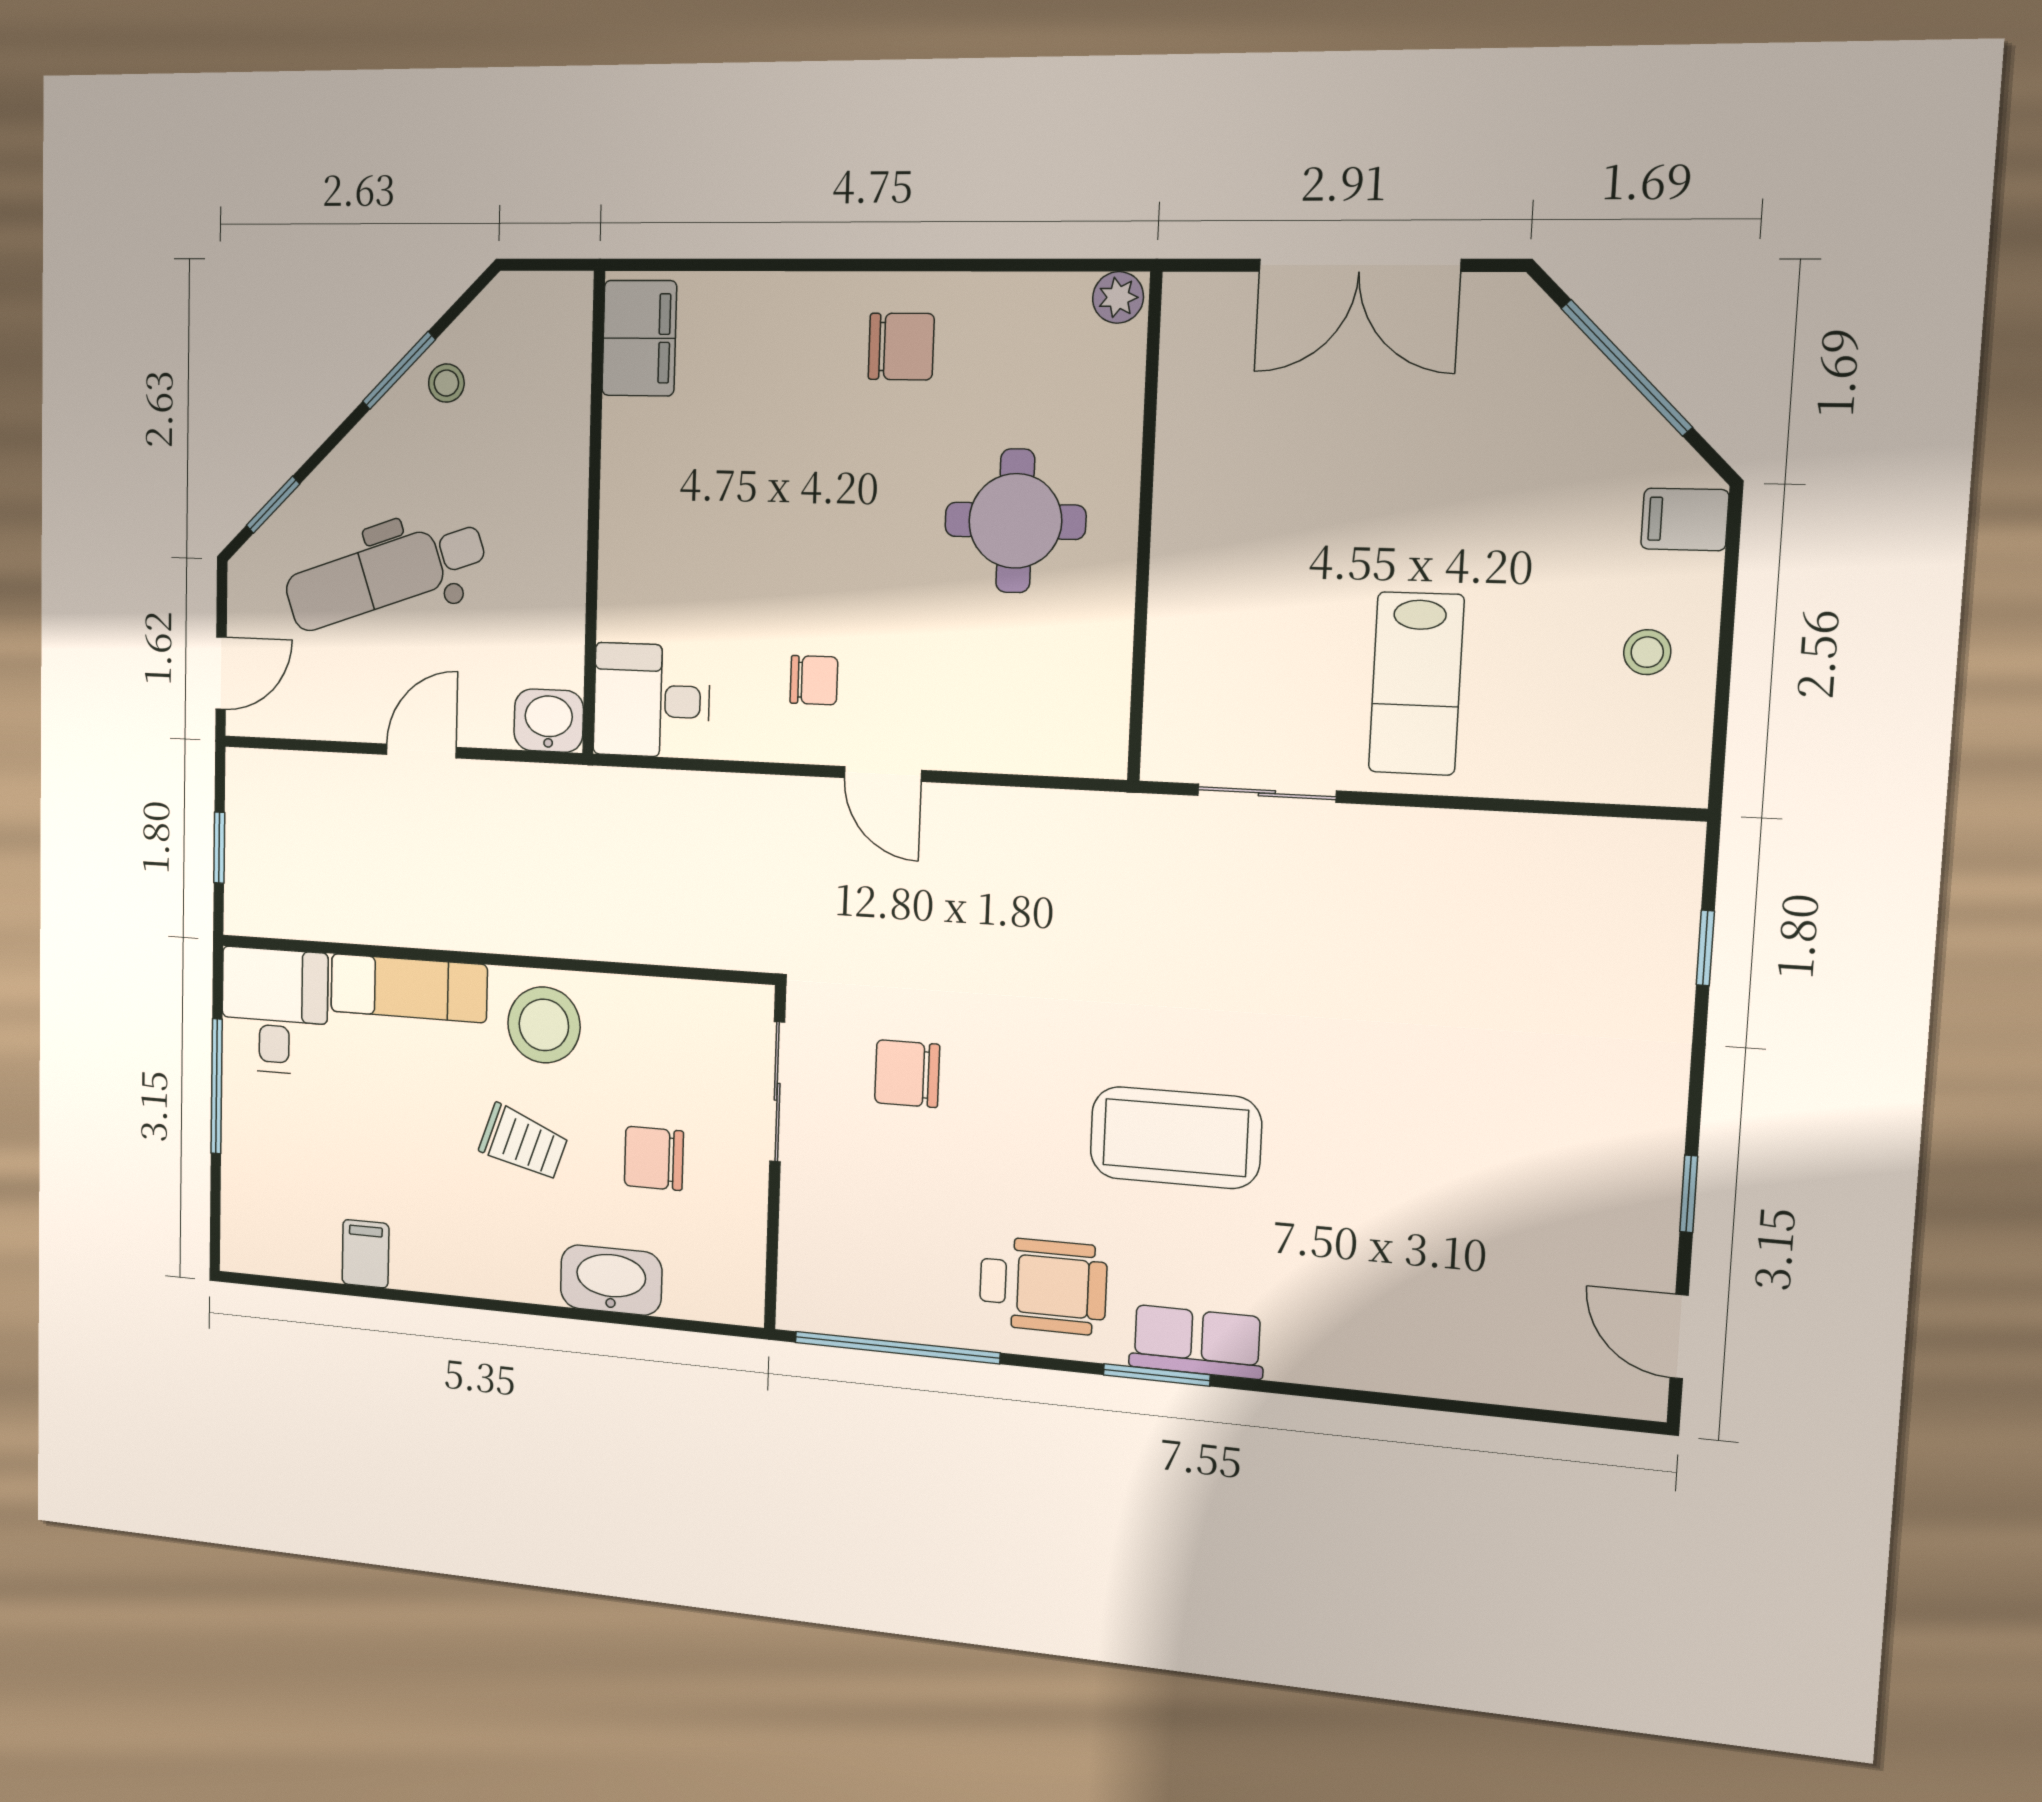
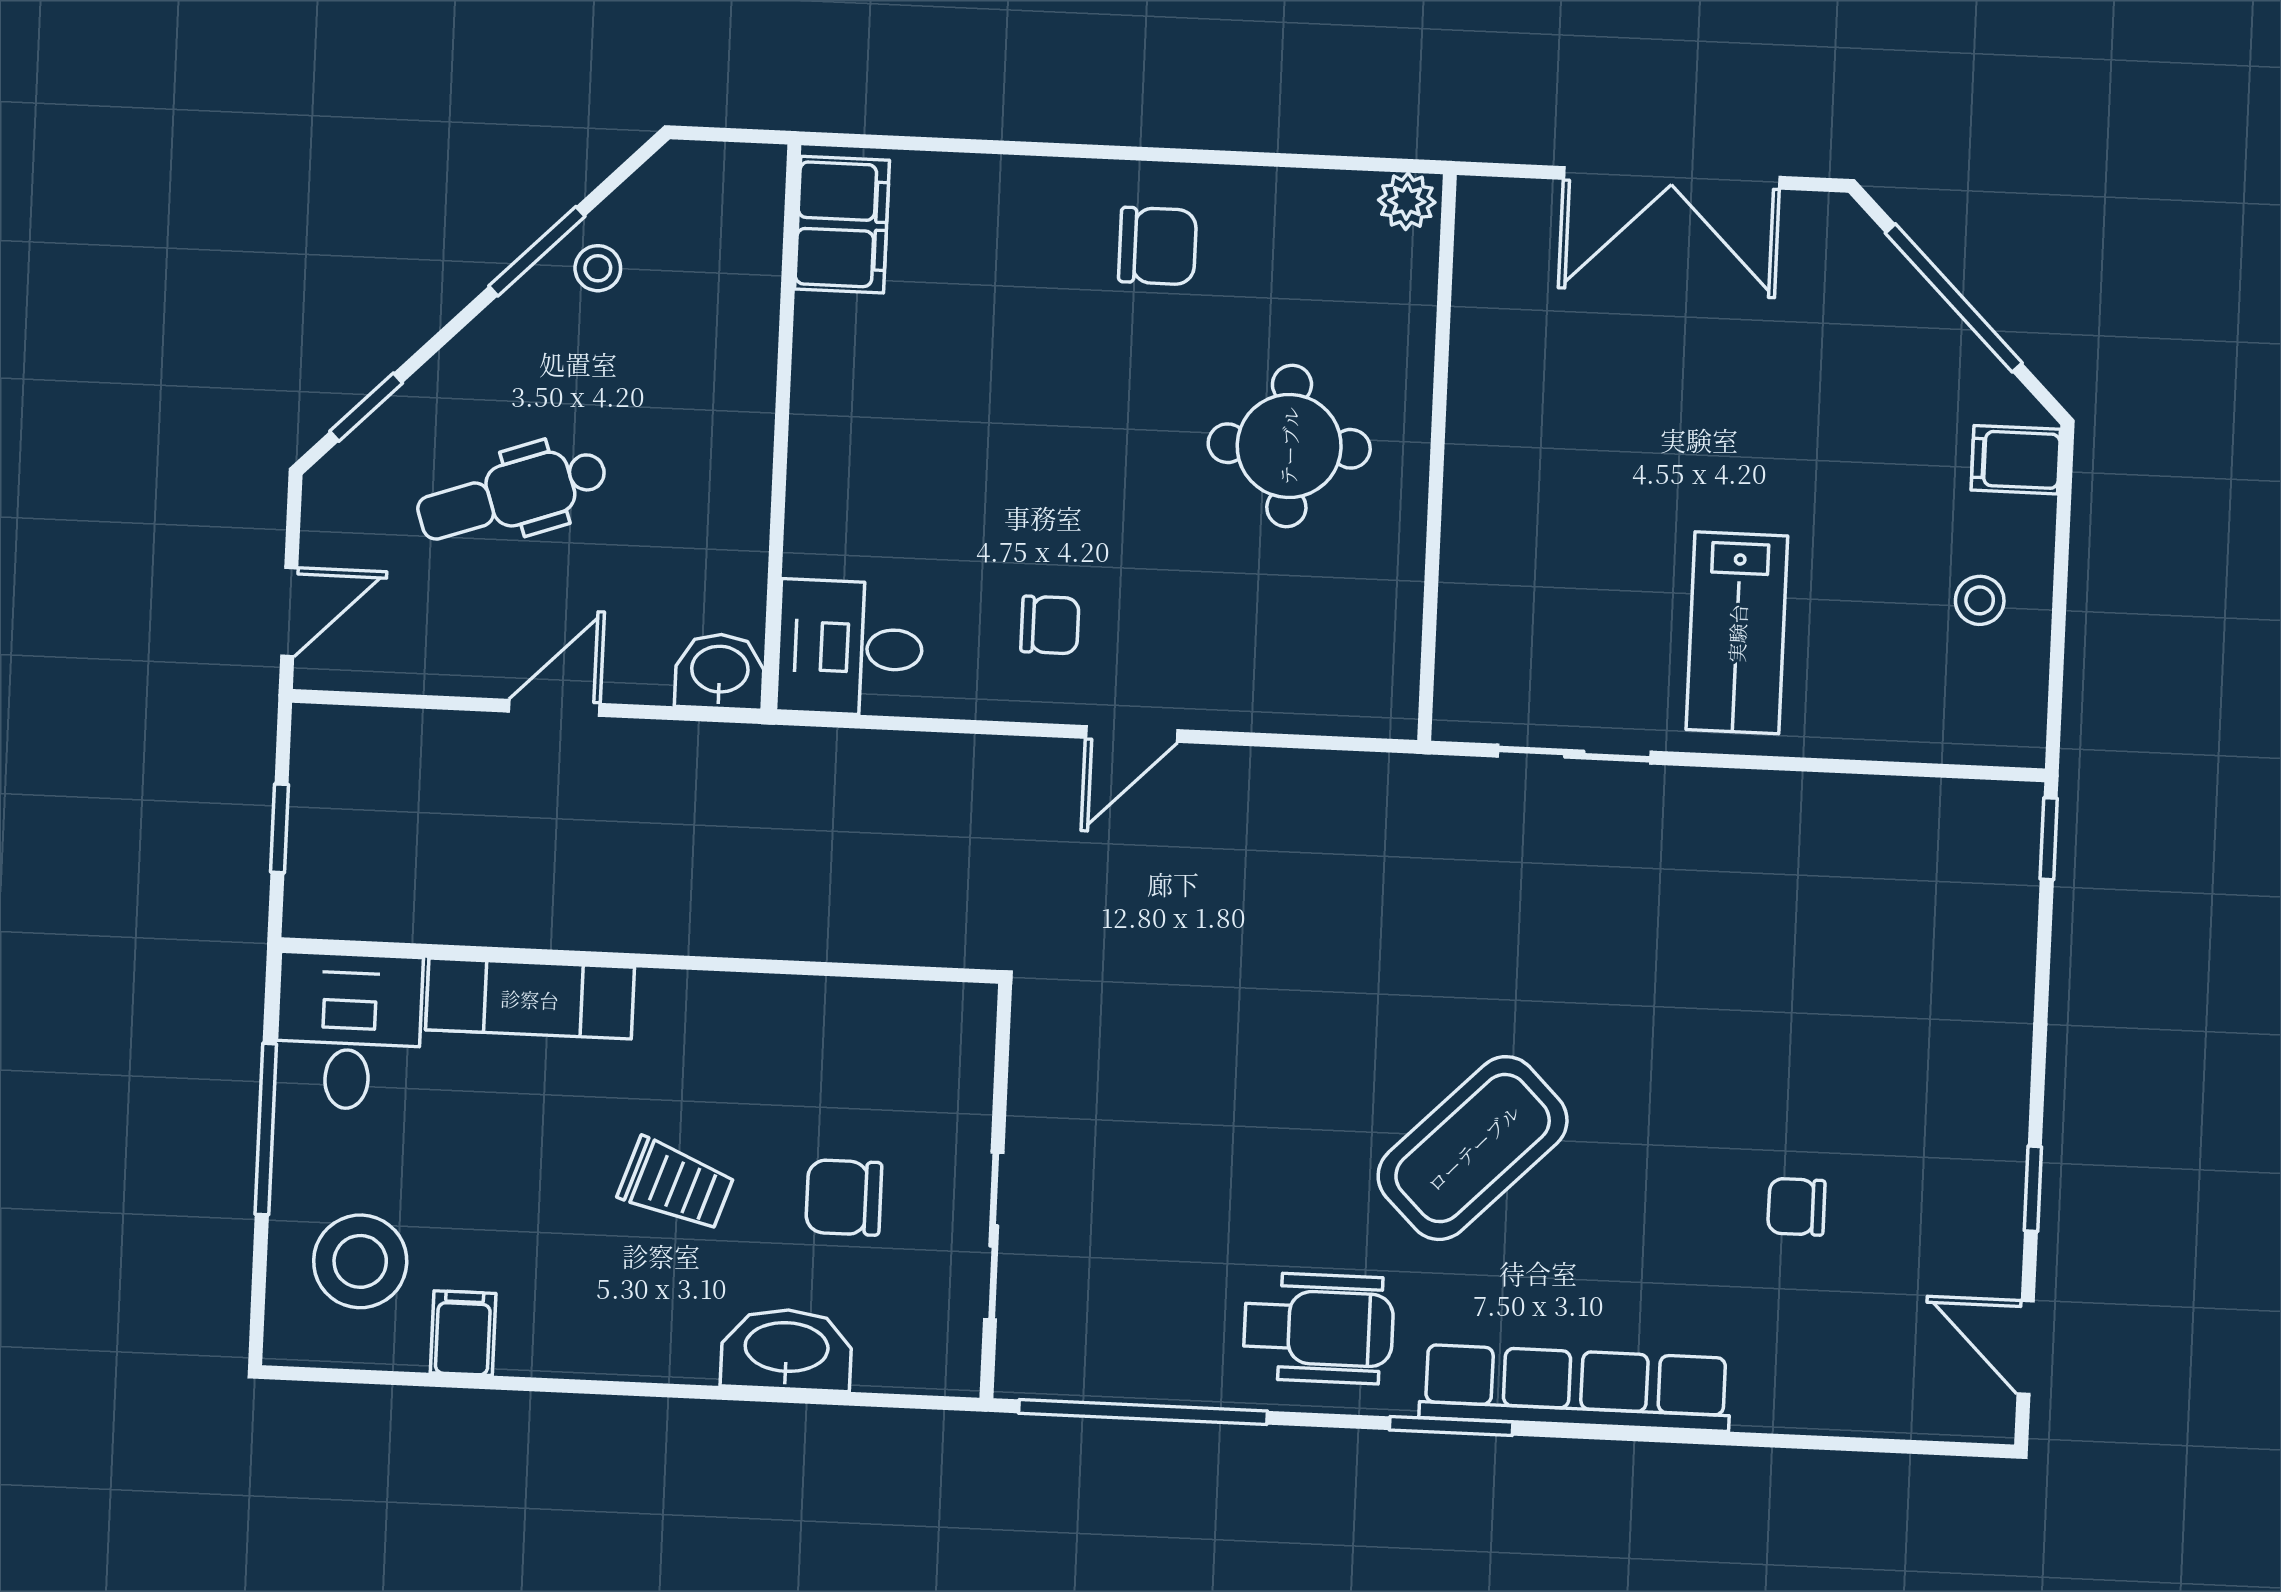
dental chair: (385, 575) -> (512, 494), width x0.73, depth x0.72
door: (883, 774) -> (1132, 734), hinge flipped
window: (1705, 948) -> (2049, 839), moved
stool: (544, 1025) -> (360, 1261), moved
chair: (907, 1074) -> (1796, 1207), moved, width x0.73, depth x0.73
sliding door: (777, 1092) -> (994, 1236), moved
coffee table: (1175, 1138) -> (1473, 1148), turned -45
row of seats: (1197, 1342) -> (1575, 1388), width x2.02

